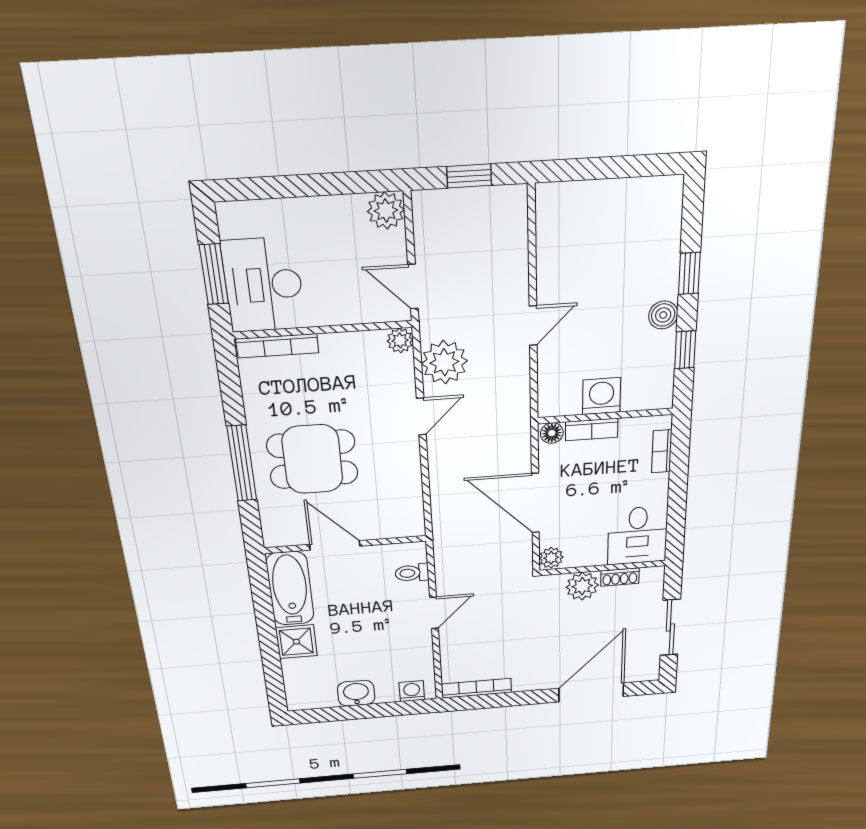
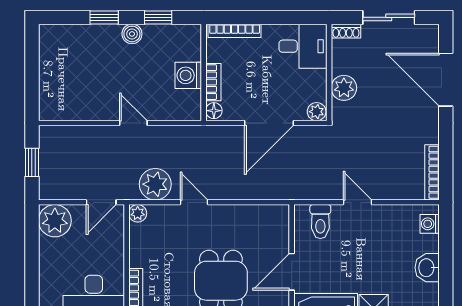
plant: (386, 211) -> (55, 221), width x1.36, depth x1.36
bookcase: (662, 451) -> (235, 31), width x1.56
toilet: (412, 573) -> (320, 222), width x1.37, depth x1.39
shoe rack: (620, 577) -> (346, 31), moved, turned 90

